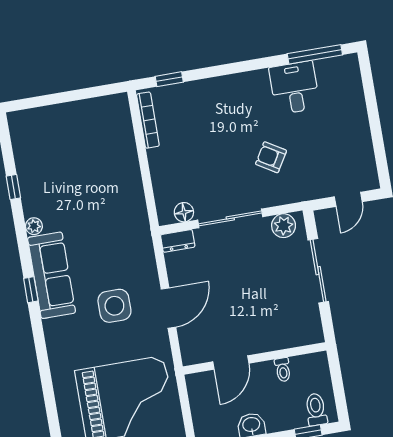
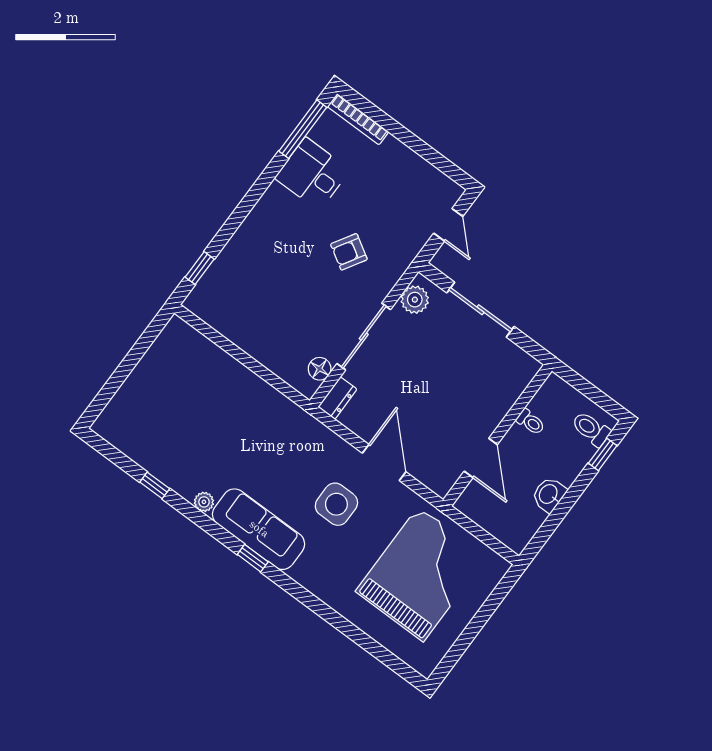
bookcase: (148, 120) -> (358, 119), moved, turned 180

